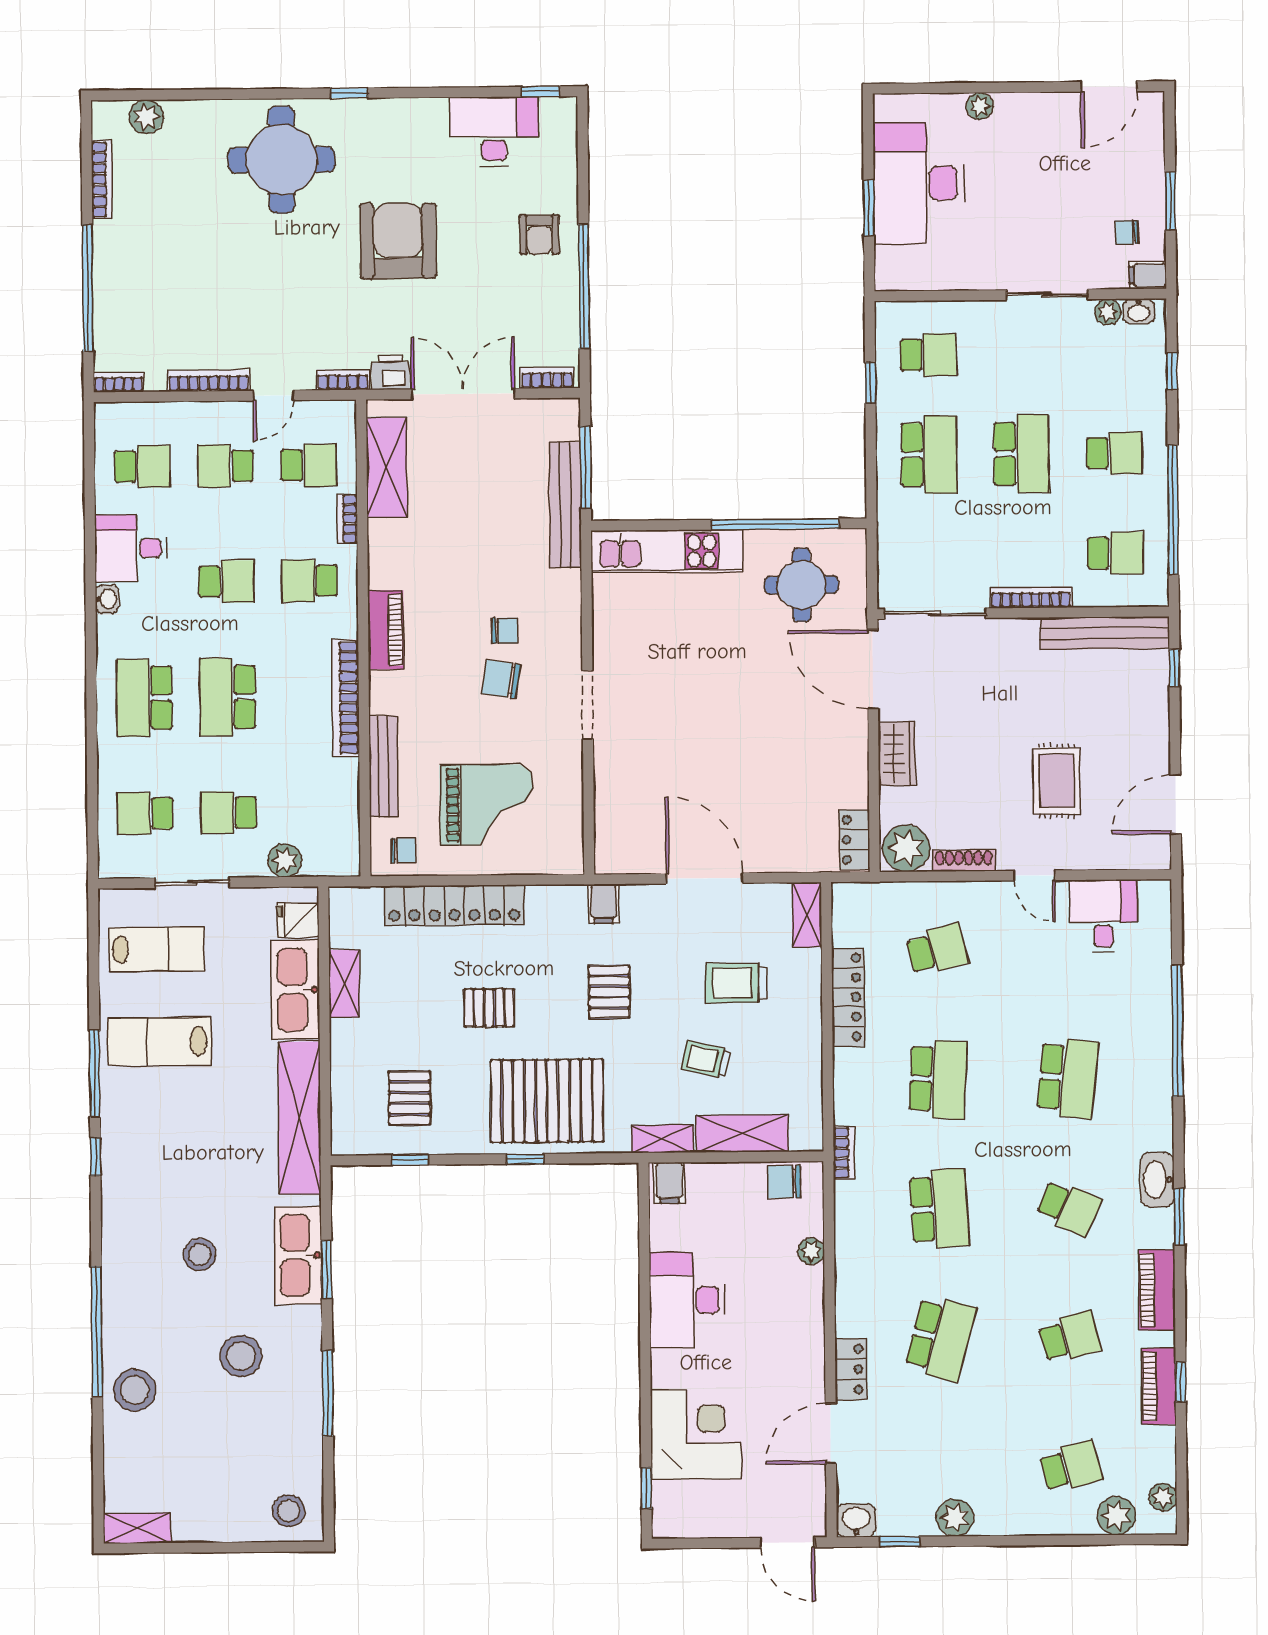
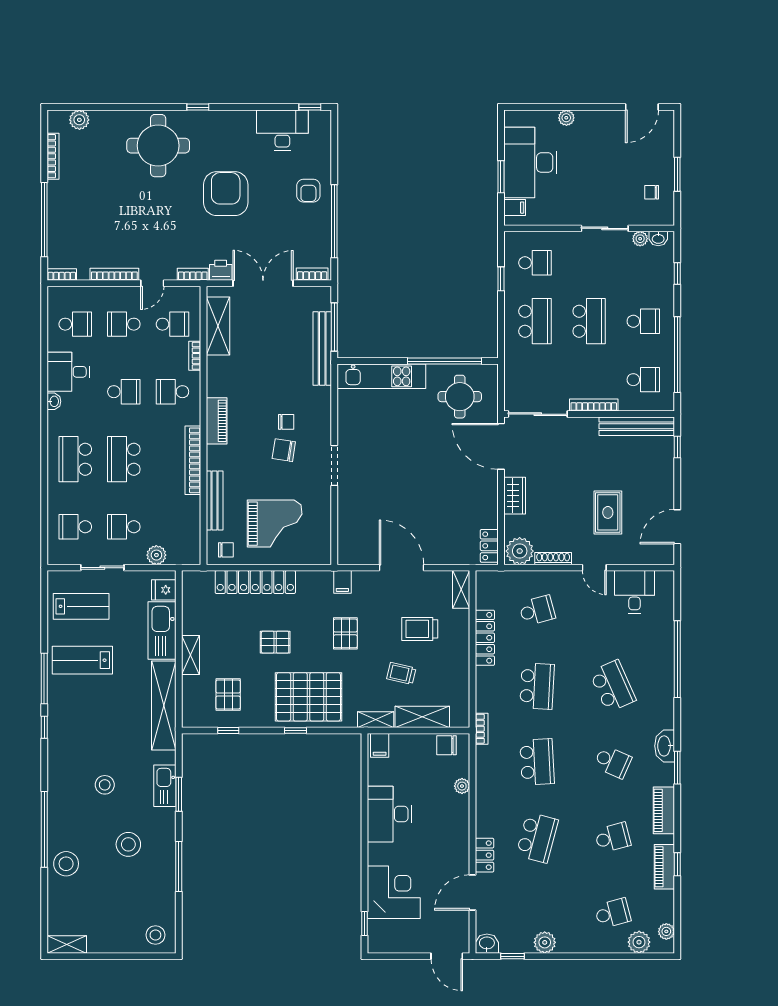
filing cabinet: (1148, 275) -> (515, 208), moved, turned 180
shelving: (344, 984) -> (191, 655), moved
school desk: (1068, 1078) -> (613, 686), turned -30
kitchen sink: (298, 1255) -> (165, 786), width x0.73, depth x0.81

